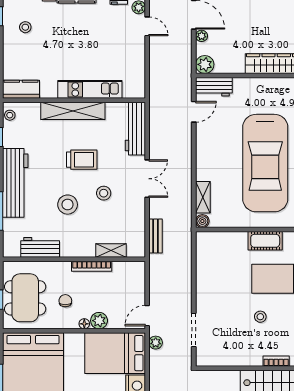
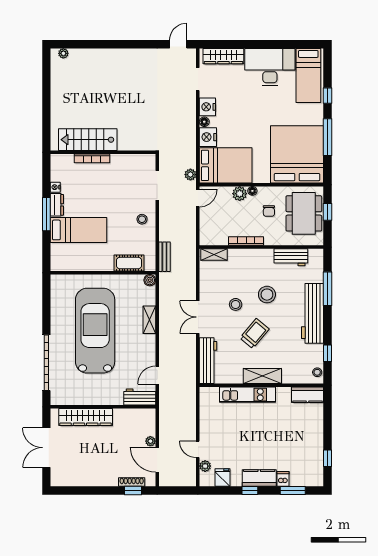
stool: (25, 27) -> (304, 449), removed
plant: (205, 64) -> (148, 416), removed
shelving: (73, 111) -> (262, 376), width x0.68
trolley: (82, 160) -> (255, 334), turned 130
shelving: (203, 197) -> (149, 320), moved
bench: (156, 236) -> (164, 257), moved
cot: (265, 241) -> (129, 263), moved
shelving: (111, 251) -> (214, 255), moved
stool: (260, 317) -> (142, 219), moved
bookcase: (276, 361) -> (92, 158), width x1.56

